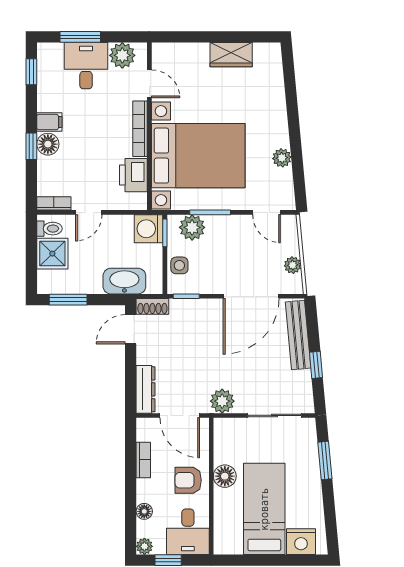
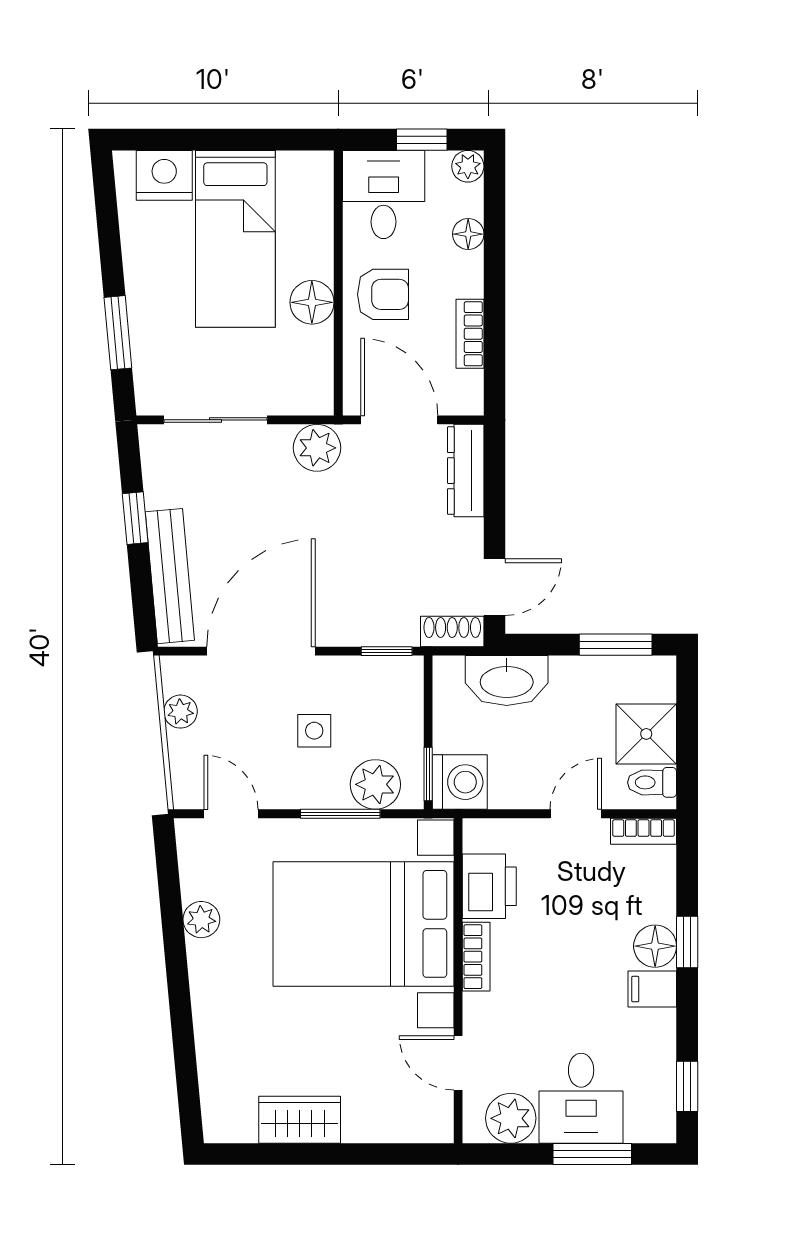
bookcase: (140, 129) -> (476, 957), width x0.64
side table: (179, 265) -> (314, 731), moved

